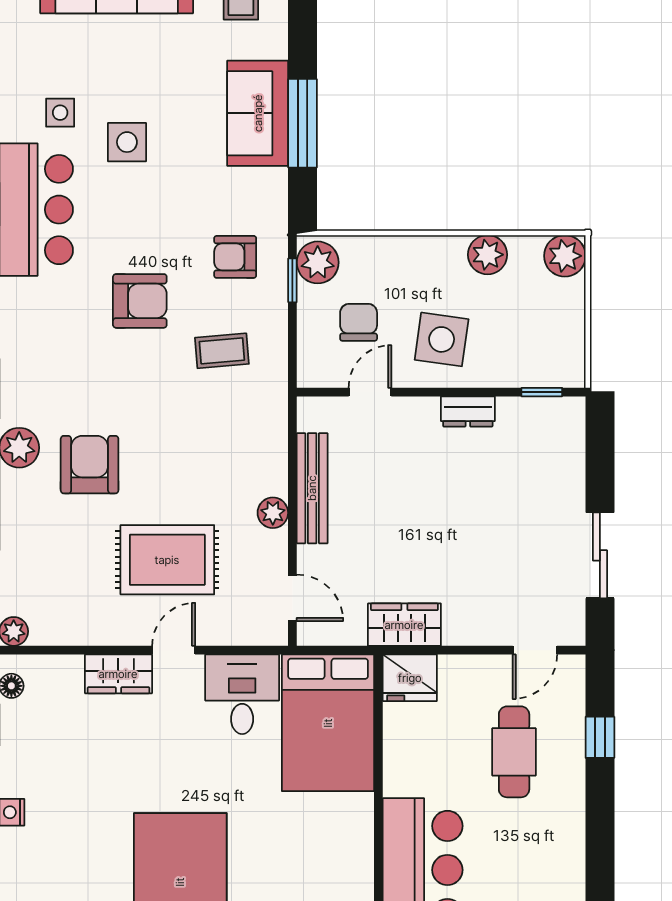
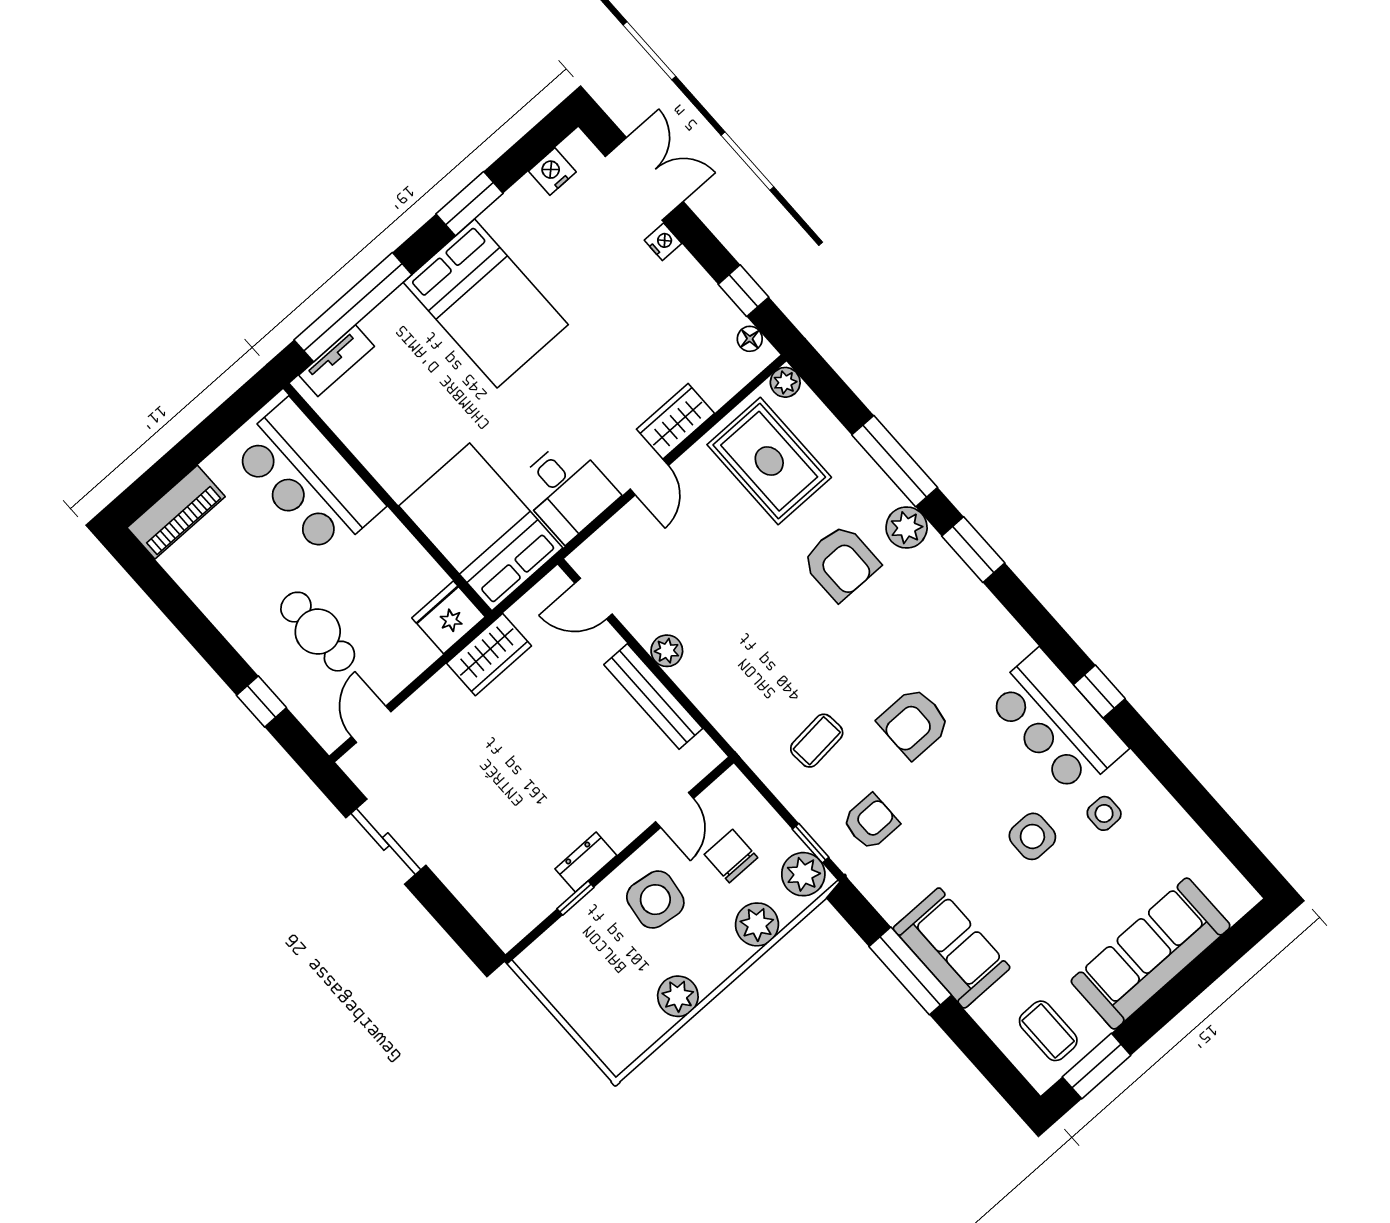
plant: (565, 256) -> (757, 924), moved
chair: (359, 322) -> (731, 856), turned 180
window: (542, 392) -> (575, 898), moved
rug: (167, 560) -> (769, 461), moved, turned 90

